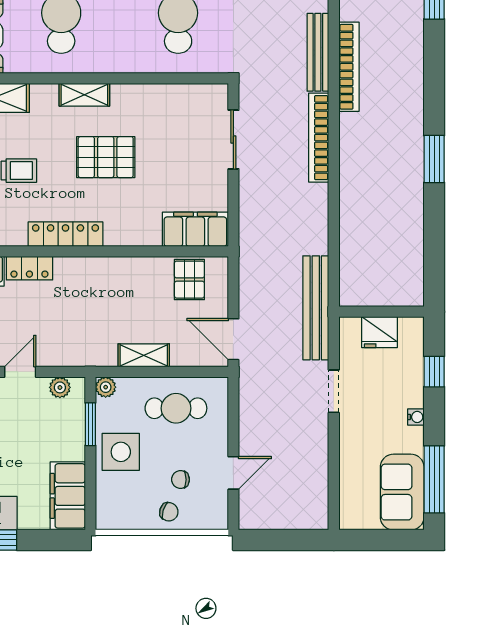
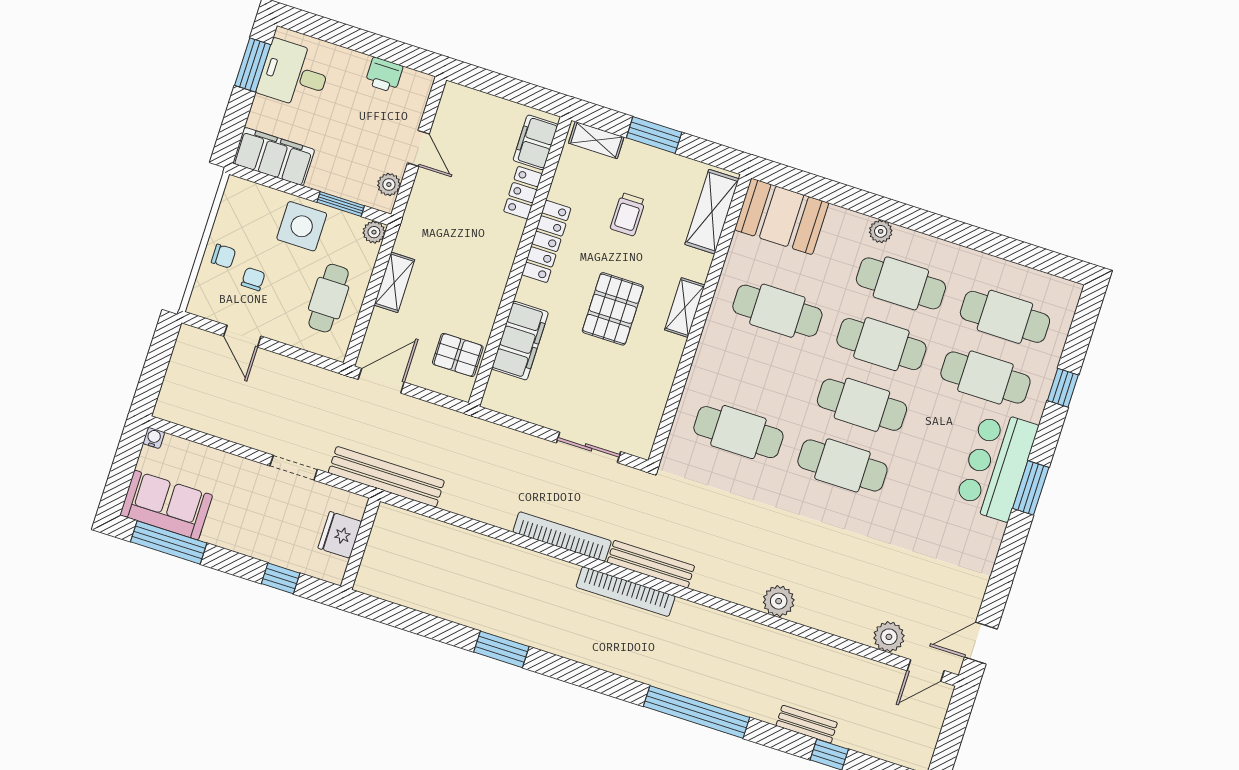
filing cabinet: (195, 229) -> (520, 341), moved
water cooler: (416, 417) -> (154, 438), moved, turned 180
chair: (169, 512) -> (223, 256), turned -107

